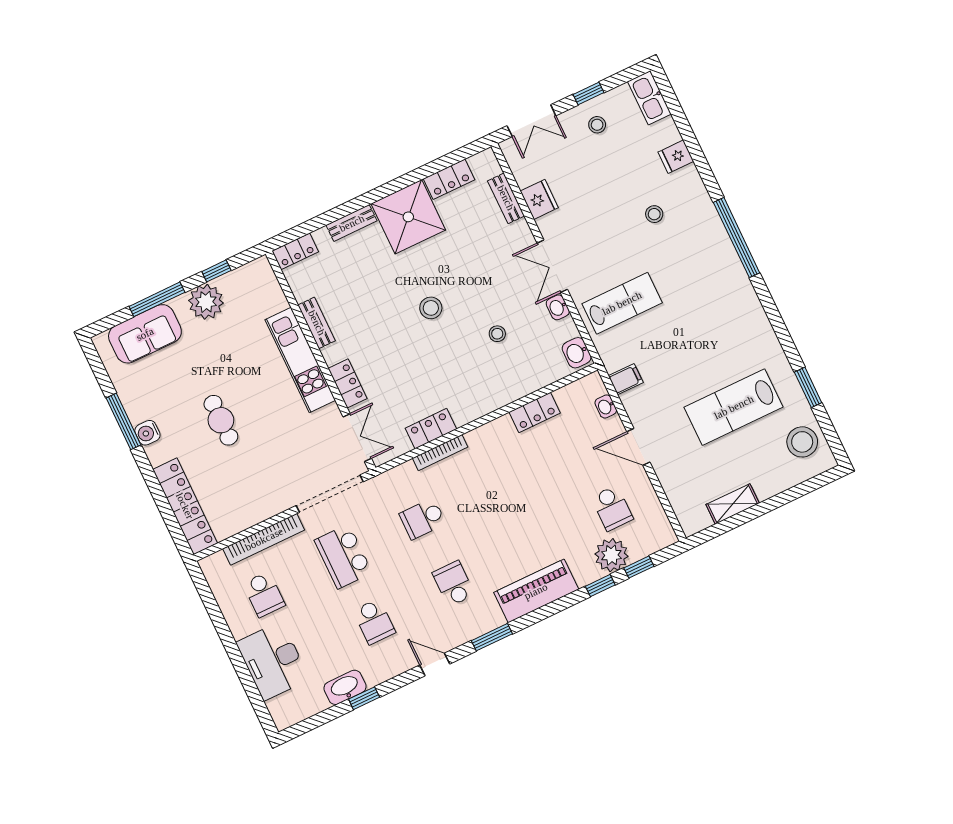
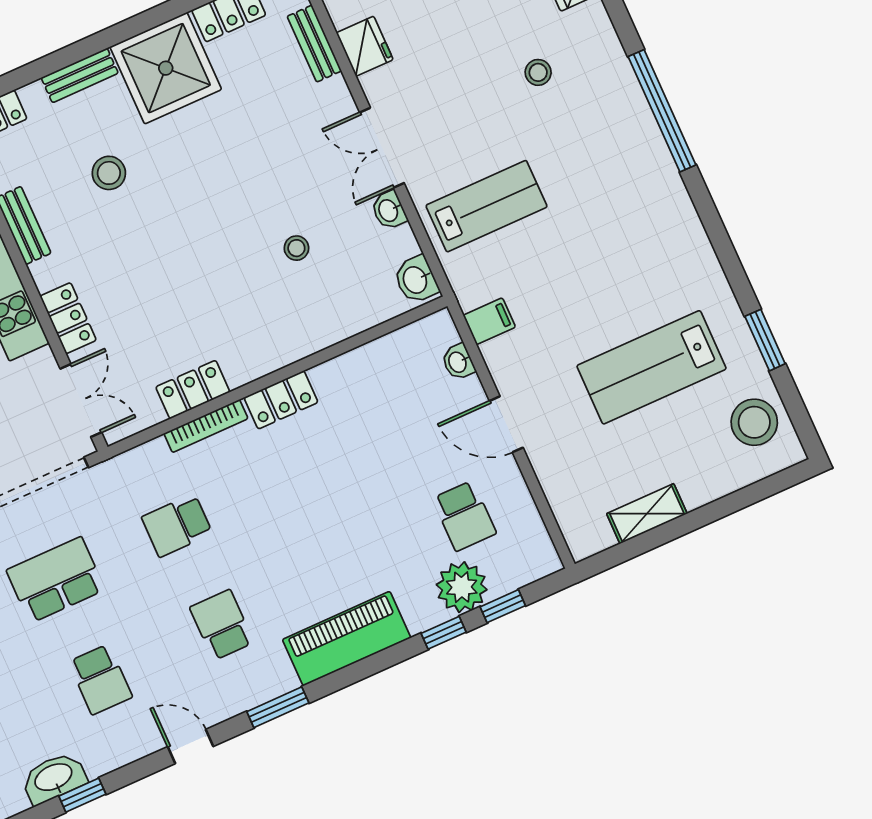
stool: (431, 308) -> (109, 173), moved
locker: (535, 413) -> (281, 400), moved
school desk: (343, 556) -> (56, 580), turned 90

